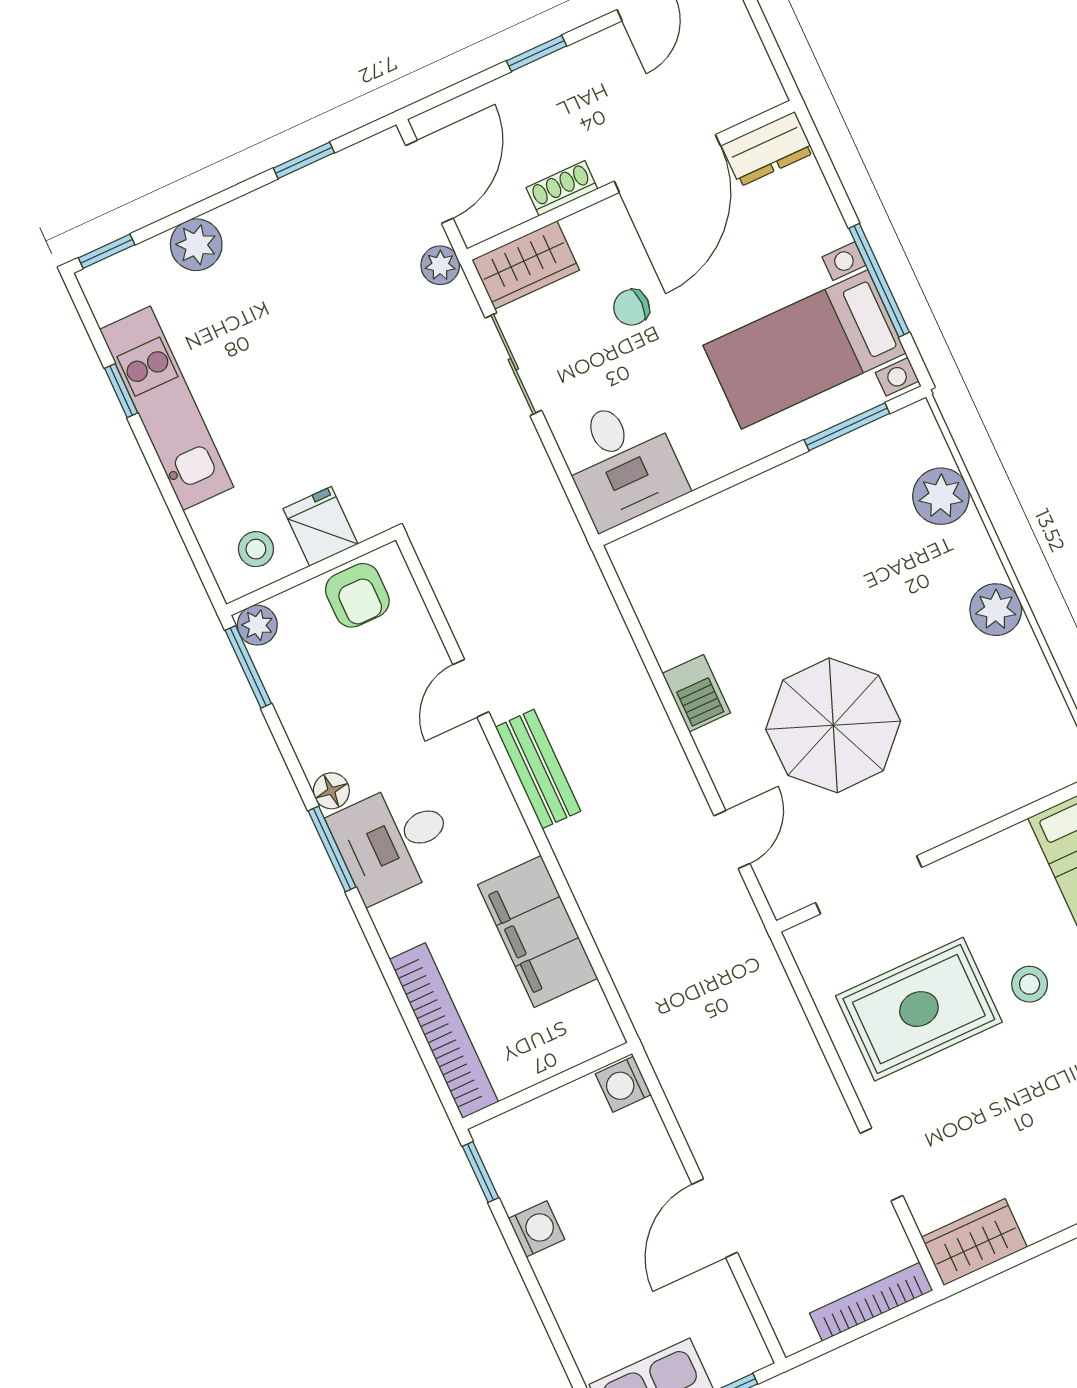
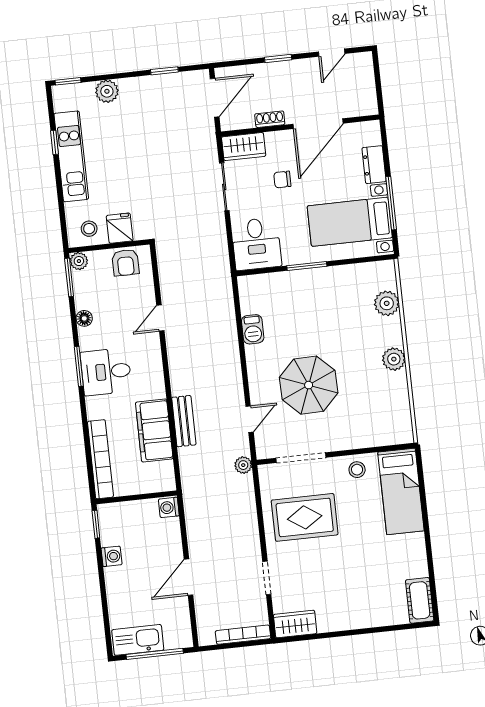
dresser: (767, 149) -> (374, 165), moved, turned 90
plant: (440, 265) -> (243, 465), moved
window: (847, 427) -> (307, 266), moved
barbecue: (696, 693) -> (253, 329), moved
bench: (538, 769) -> (184, 421), moved
floor lamp: (331, 791) -> (84, 318), moved
stool: (1030, 984) -> (357, 470), moved

